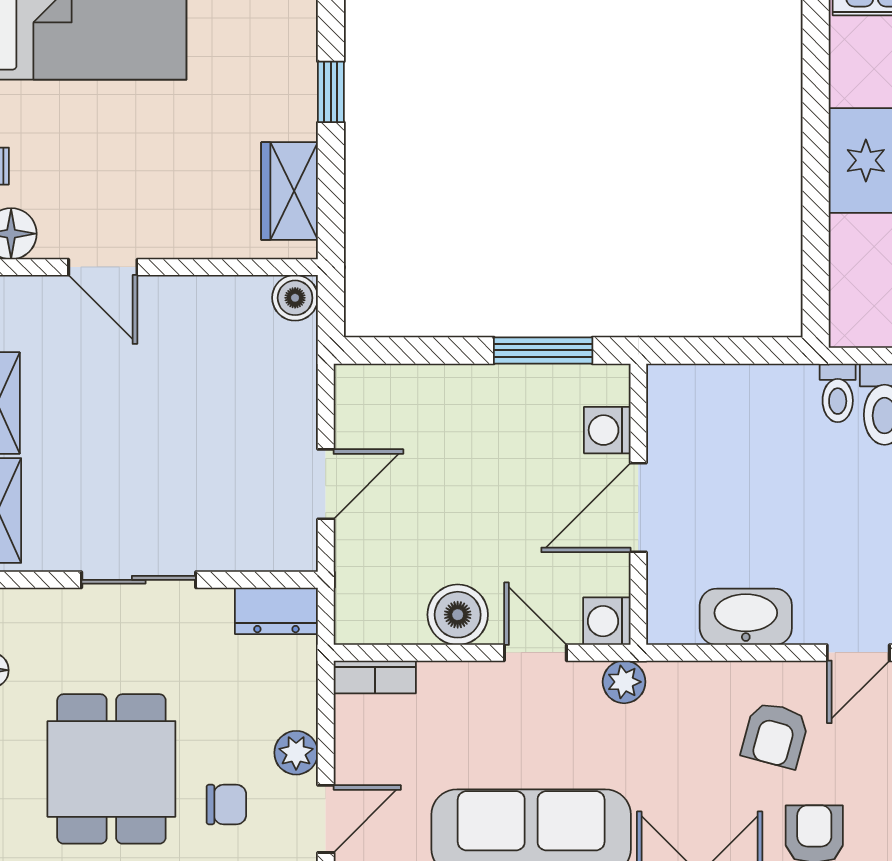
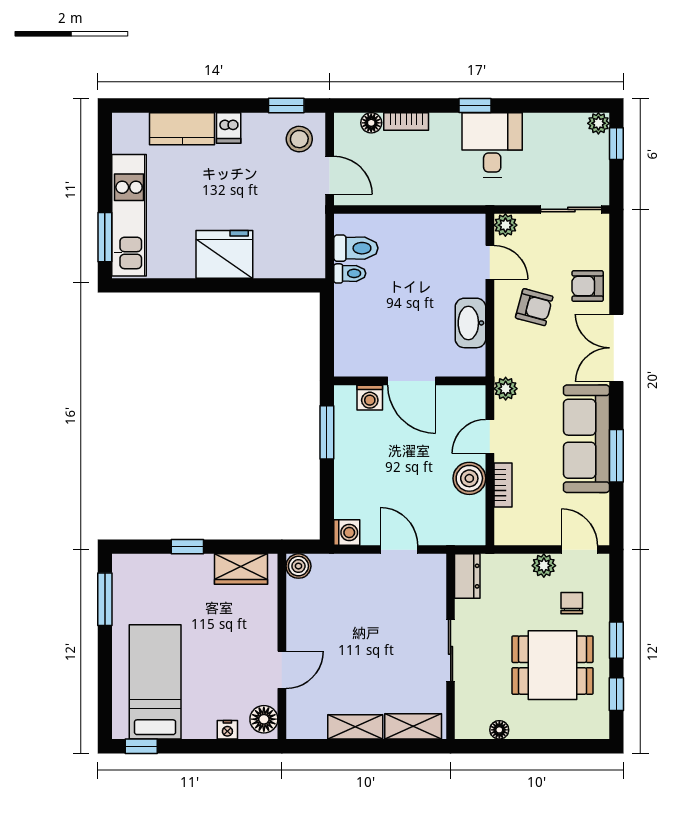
washing machine: (607, 621) -> (347, 532), moved, turned -90
bookcase: (375, 677) -> (503, 485), moved

